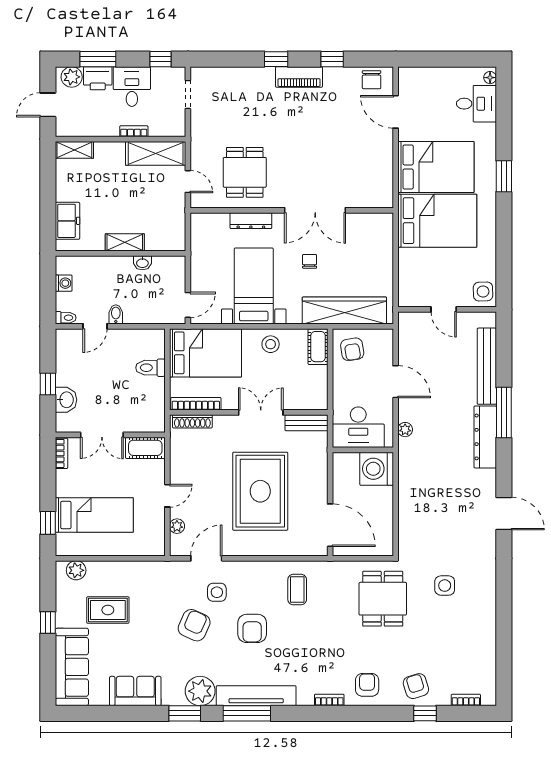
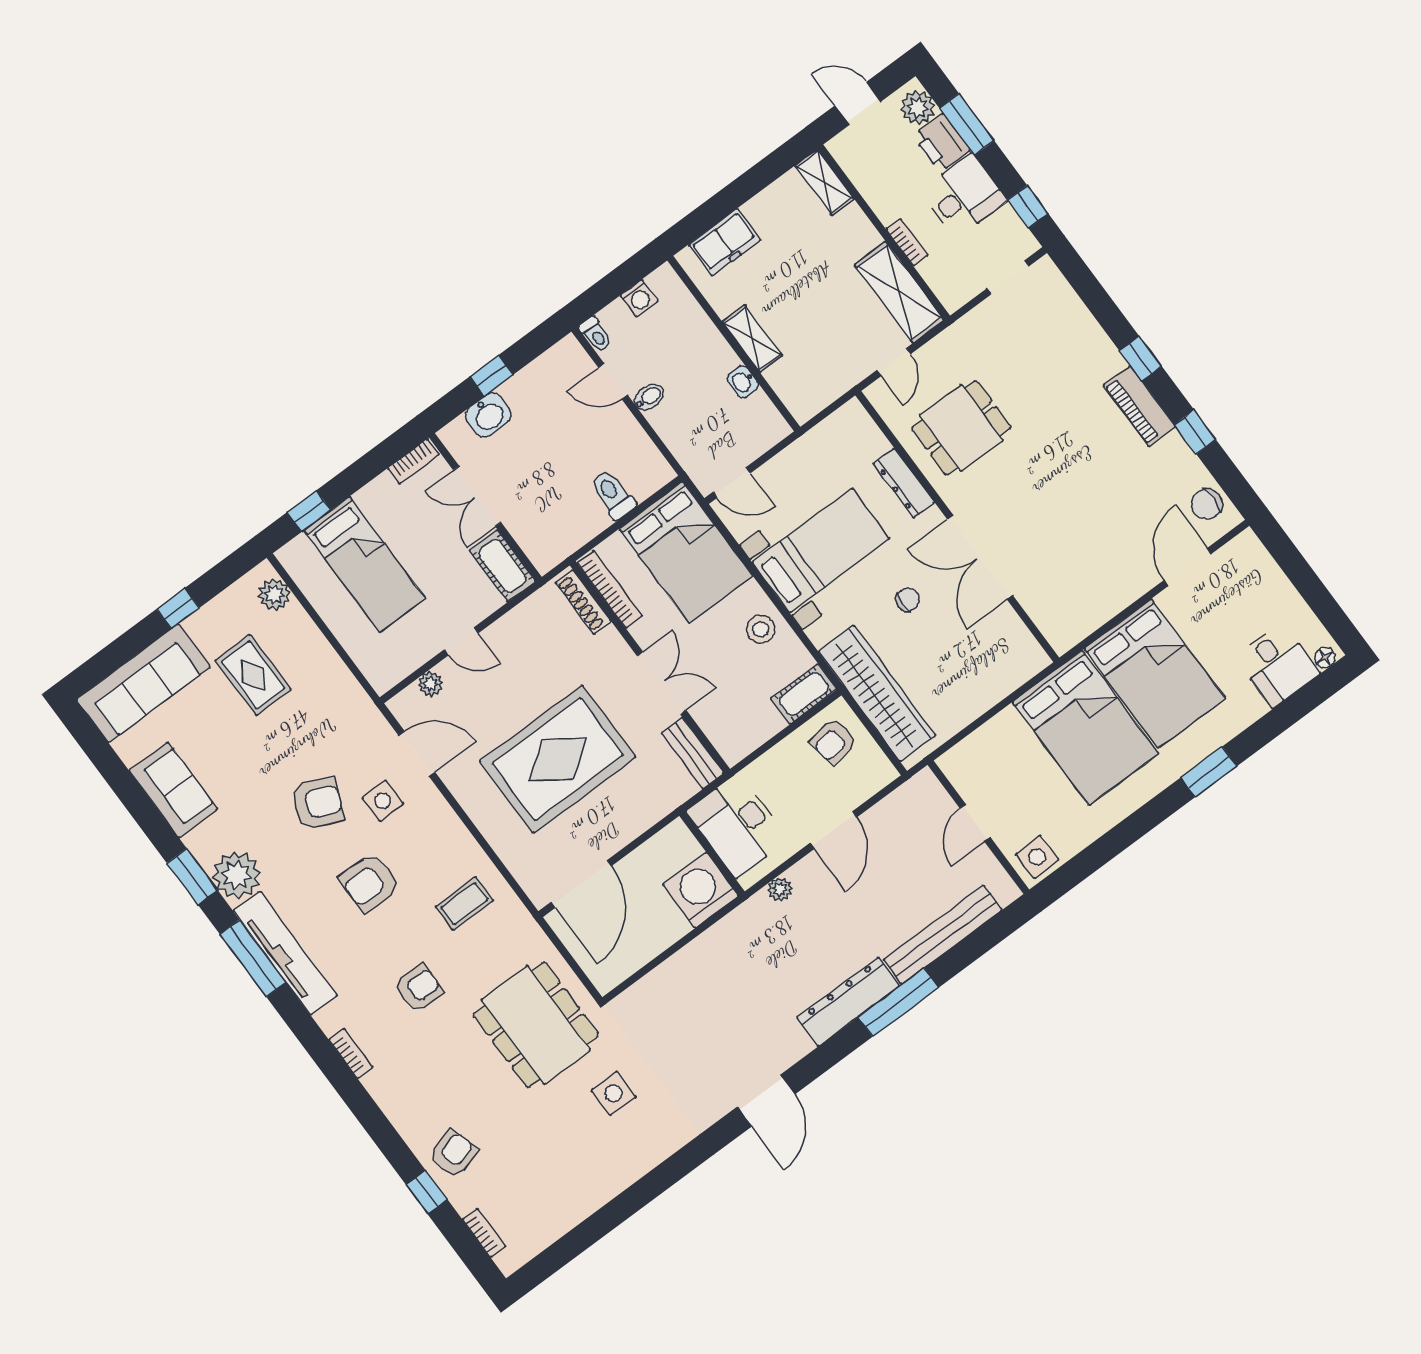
dining table: (383, 599) -> (536, 1025), width x1.38
armchair: (367, 685) -> (419, 988), moved

